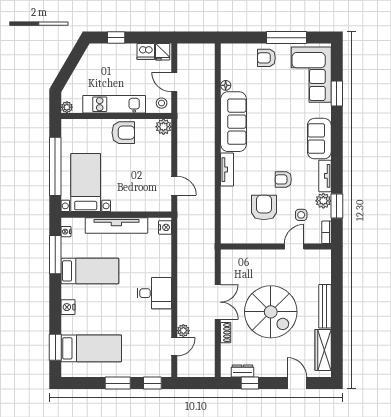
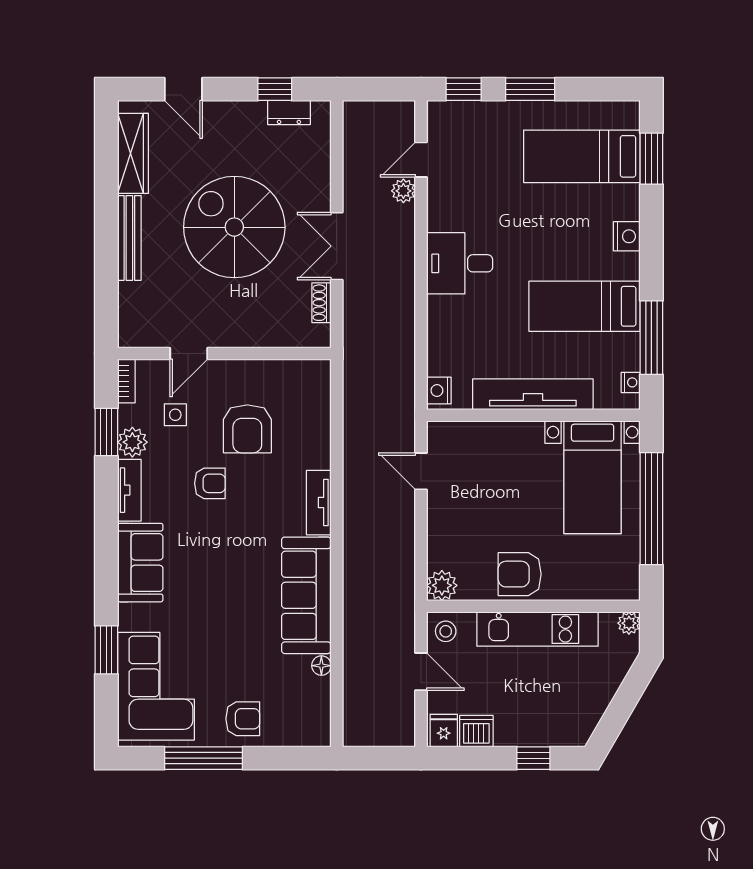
shoe rack: (226, 333) -> (321, 303), moved

